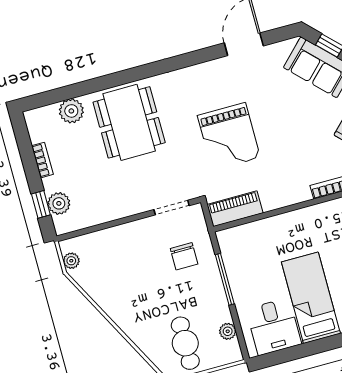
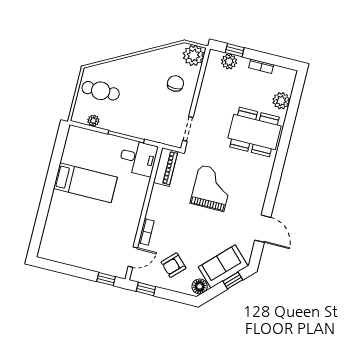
grand piano: (229, 136) -> (212, 188), turned 90
chair: (184, 256) -> (175, 83), moved, turned 90
plant: (71, 261) -> (193, 55), width x1.87, depth x1.87
desk: (274, 327) -> (138, 158), moved, turned 180

